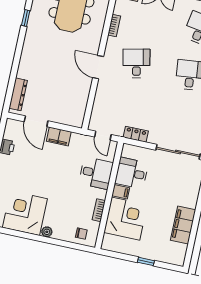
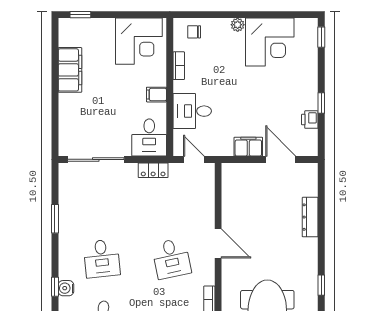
dresser: (18, 94) -> (310, 217), moved
desk: (132, 173) -> (149, 137), moved, turned 90
corner desk: (125, 219) -> (139, 41), moved, turned -90
window: (146, 261) -> (80, 15), moved

